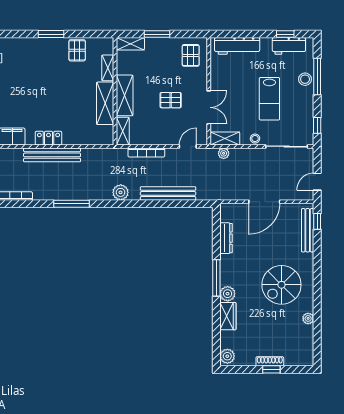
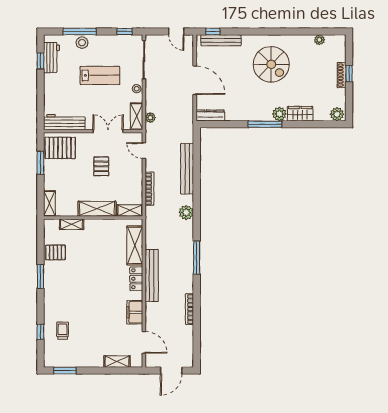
window: (157, 34) -> (40, 163), moved
workbench: (237, 46) -> (64, 122), moved, turned -90
pallet: (191, 55) -> (60, 148), width x1.50, depth x1.42
shelving: (105, 103) -> (135, 245), moved, turned 90
dresser: (226, 238) -> (210, 115), moved
plant: (308, 318) -> (319, 40), moved

